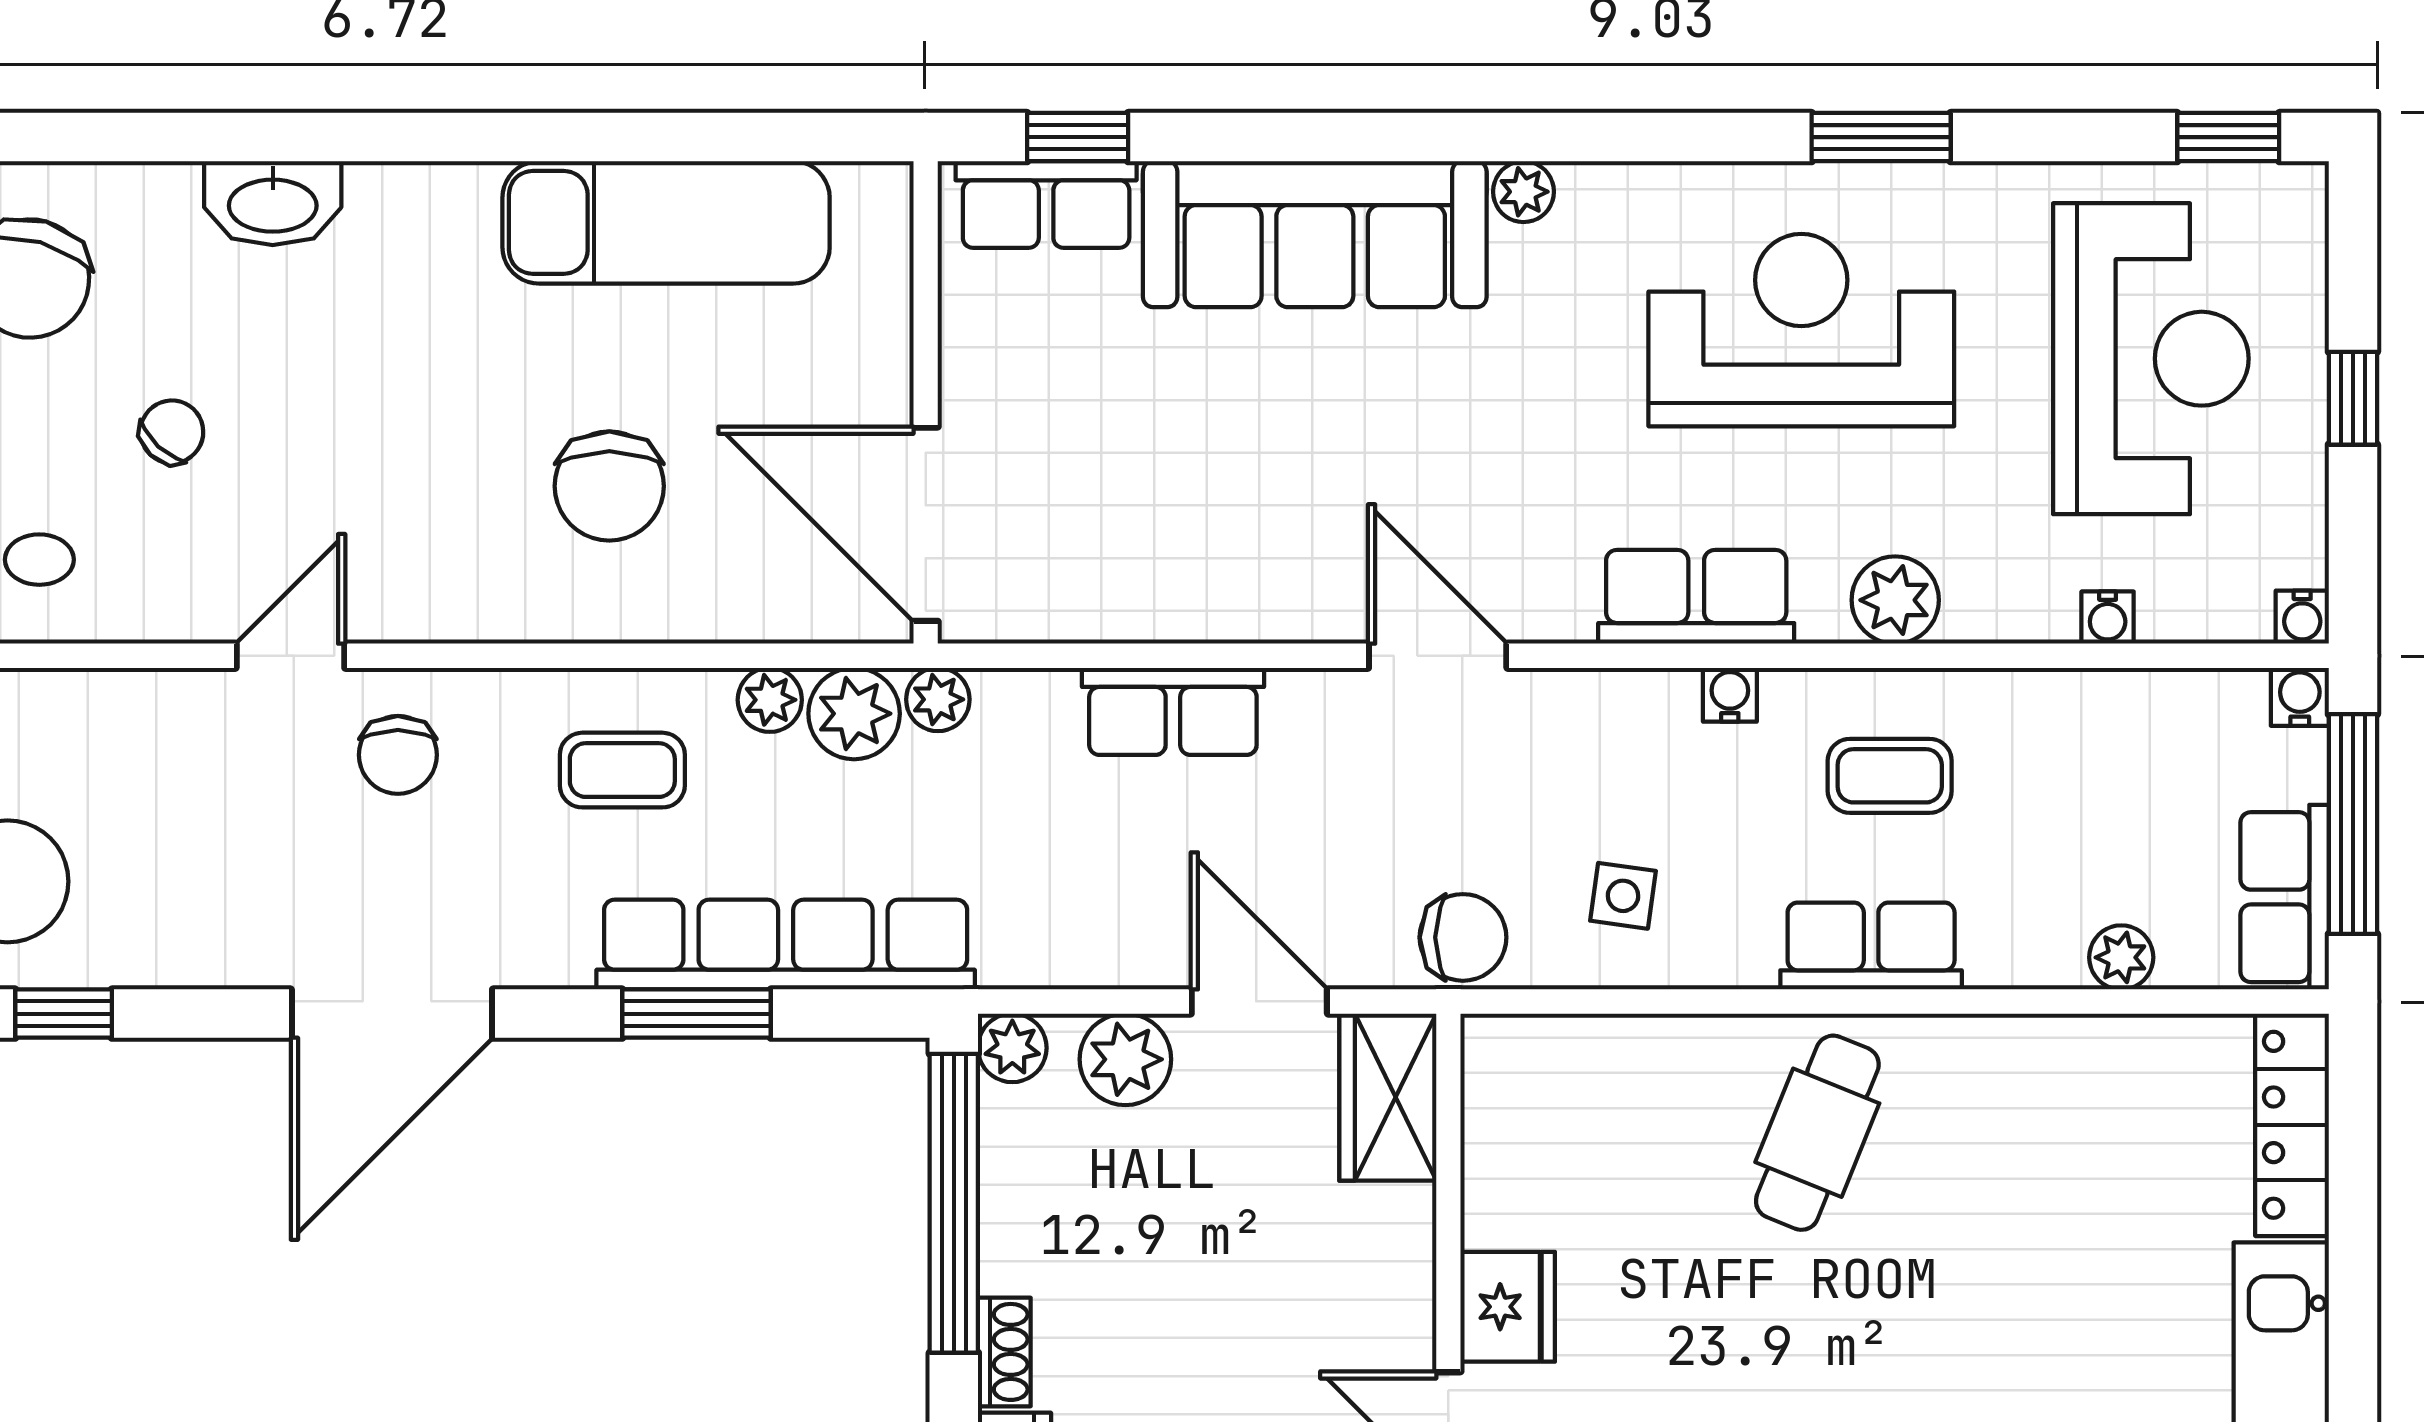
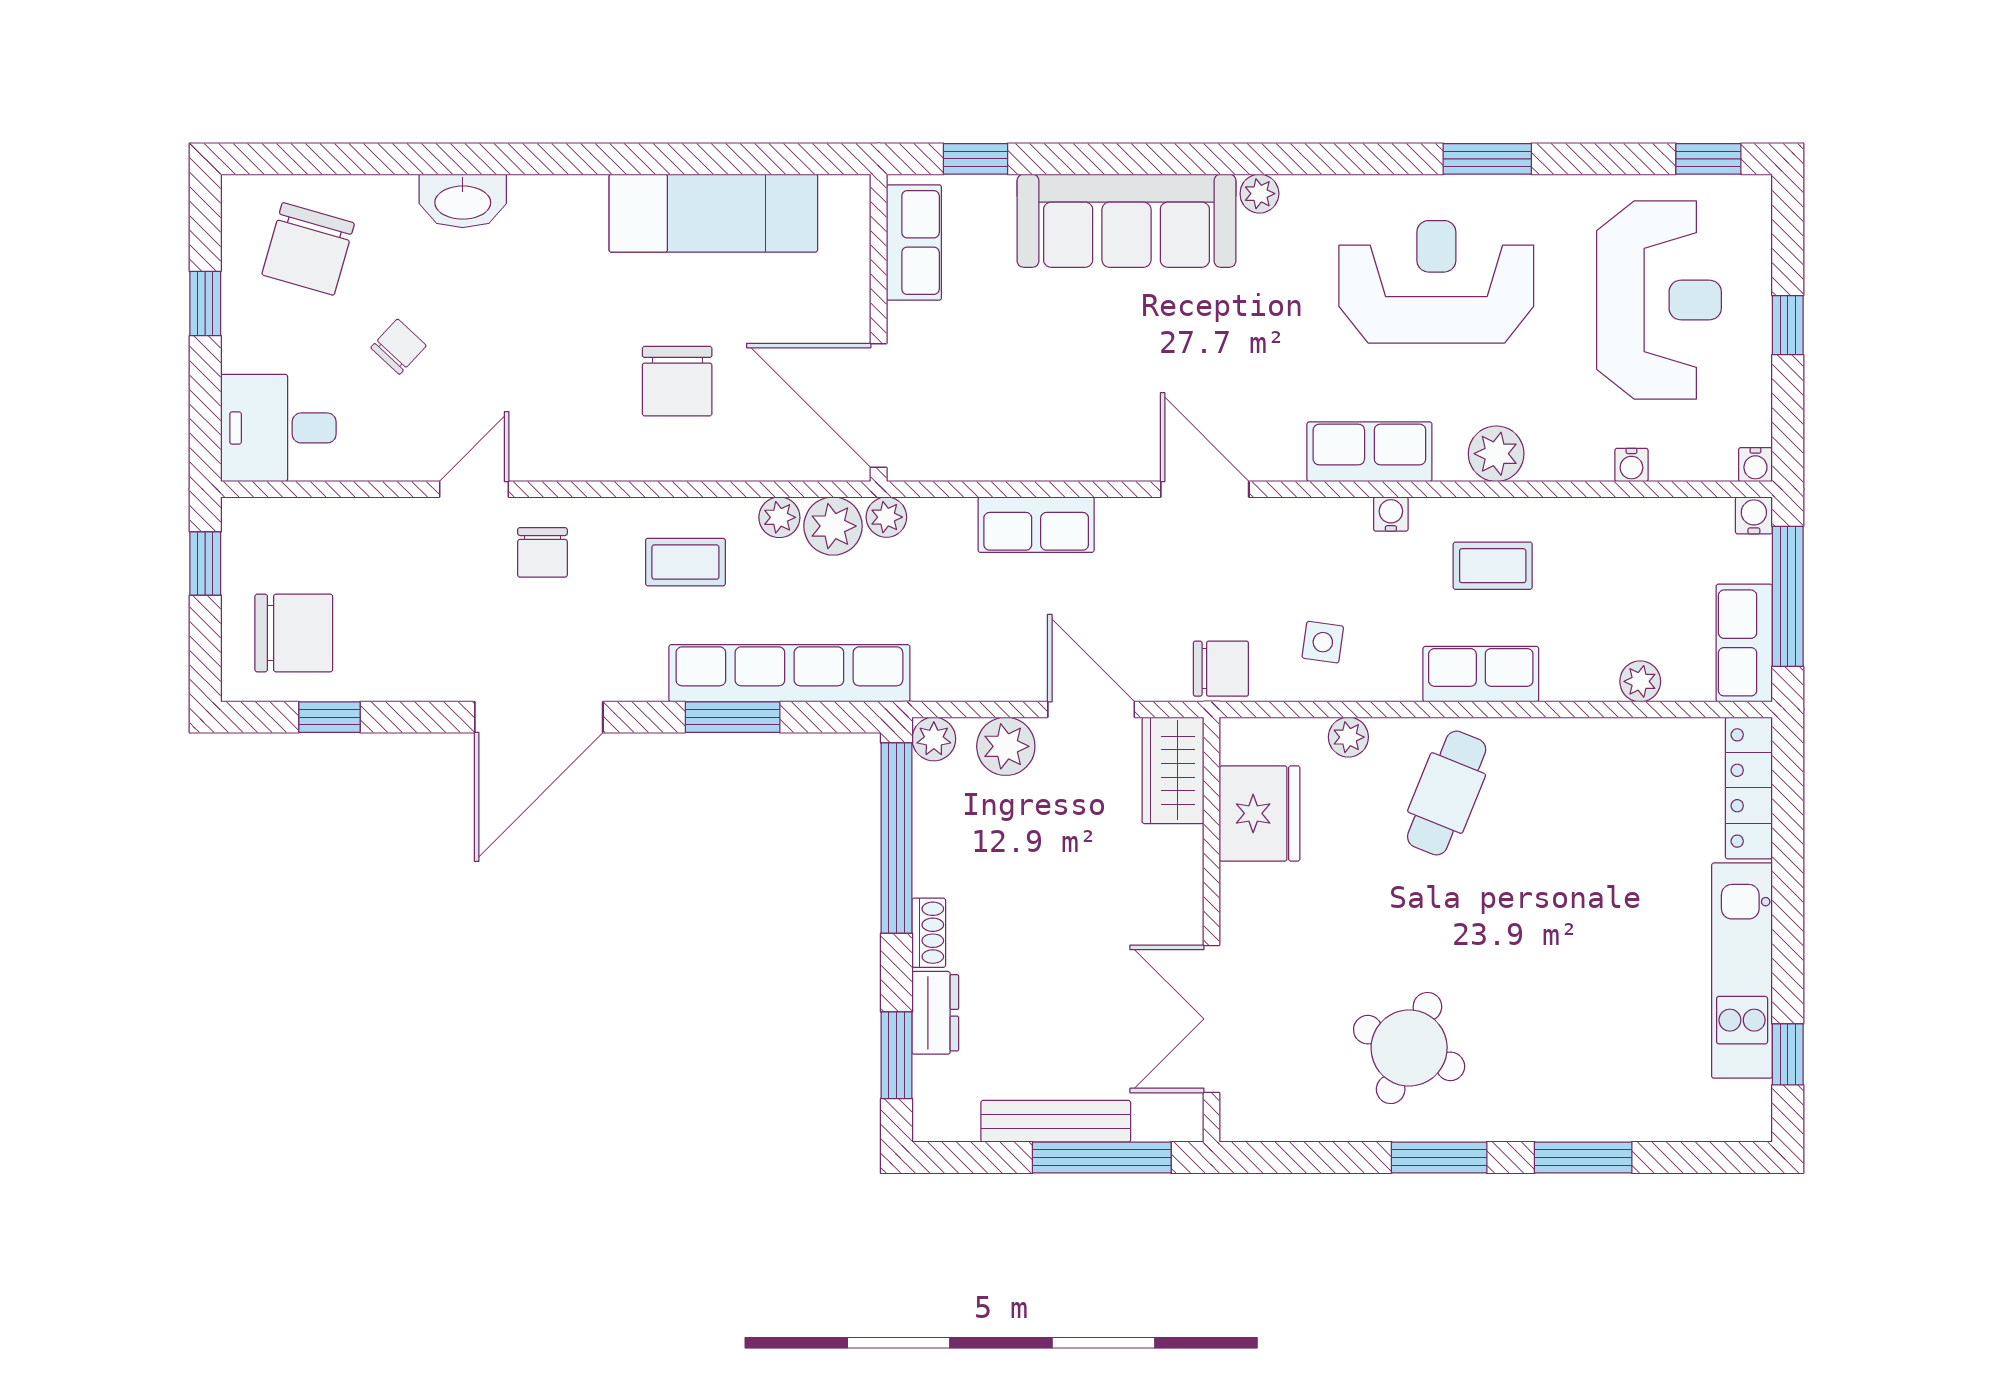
row of seats: (1046, 204) -> (914, 242), moved, turned -90
plant: (1663, 1045) -> (1348, 737), added
fridge: (1508, 1307) -> (1260, 813), moved, width x1.36, depth x1.34

